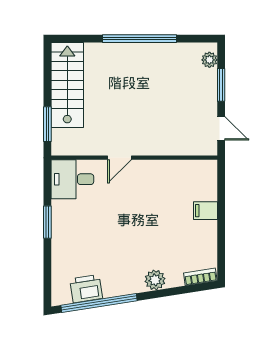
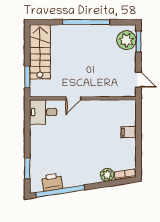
plant: (209, 60) -> (126, 40), width x1.88, depth x1.88
window: (221, 85) -> (138, 42), moved
window: (47, 222) -> (27, 168), moved
plant: (155, 280) -> (107, 175), moved

